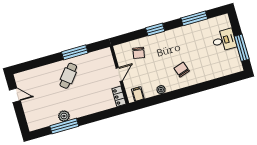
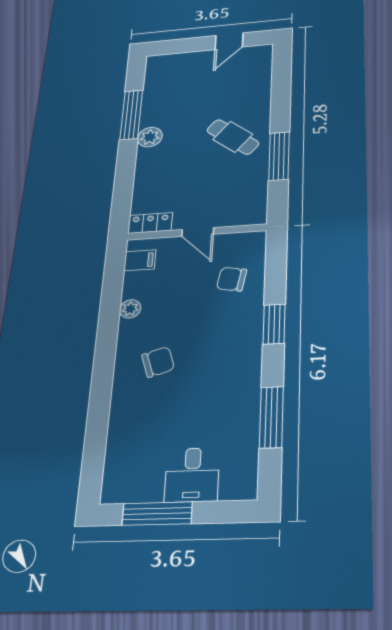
plant: (64, 116) -> (150, 137), moved

